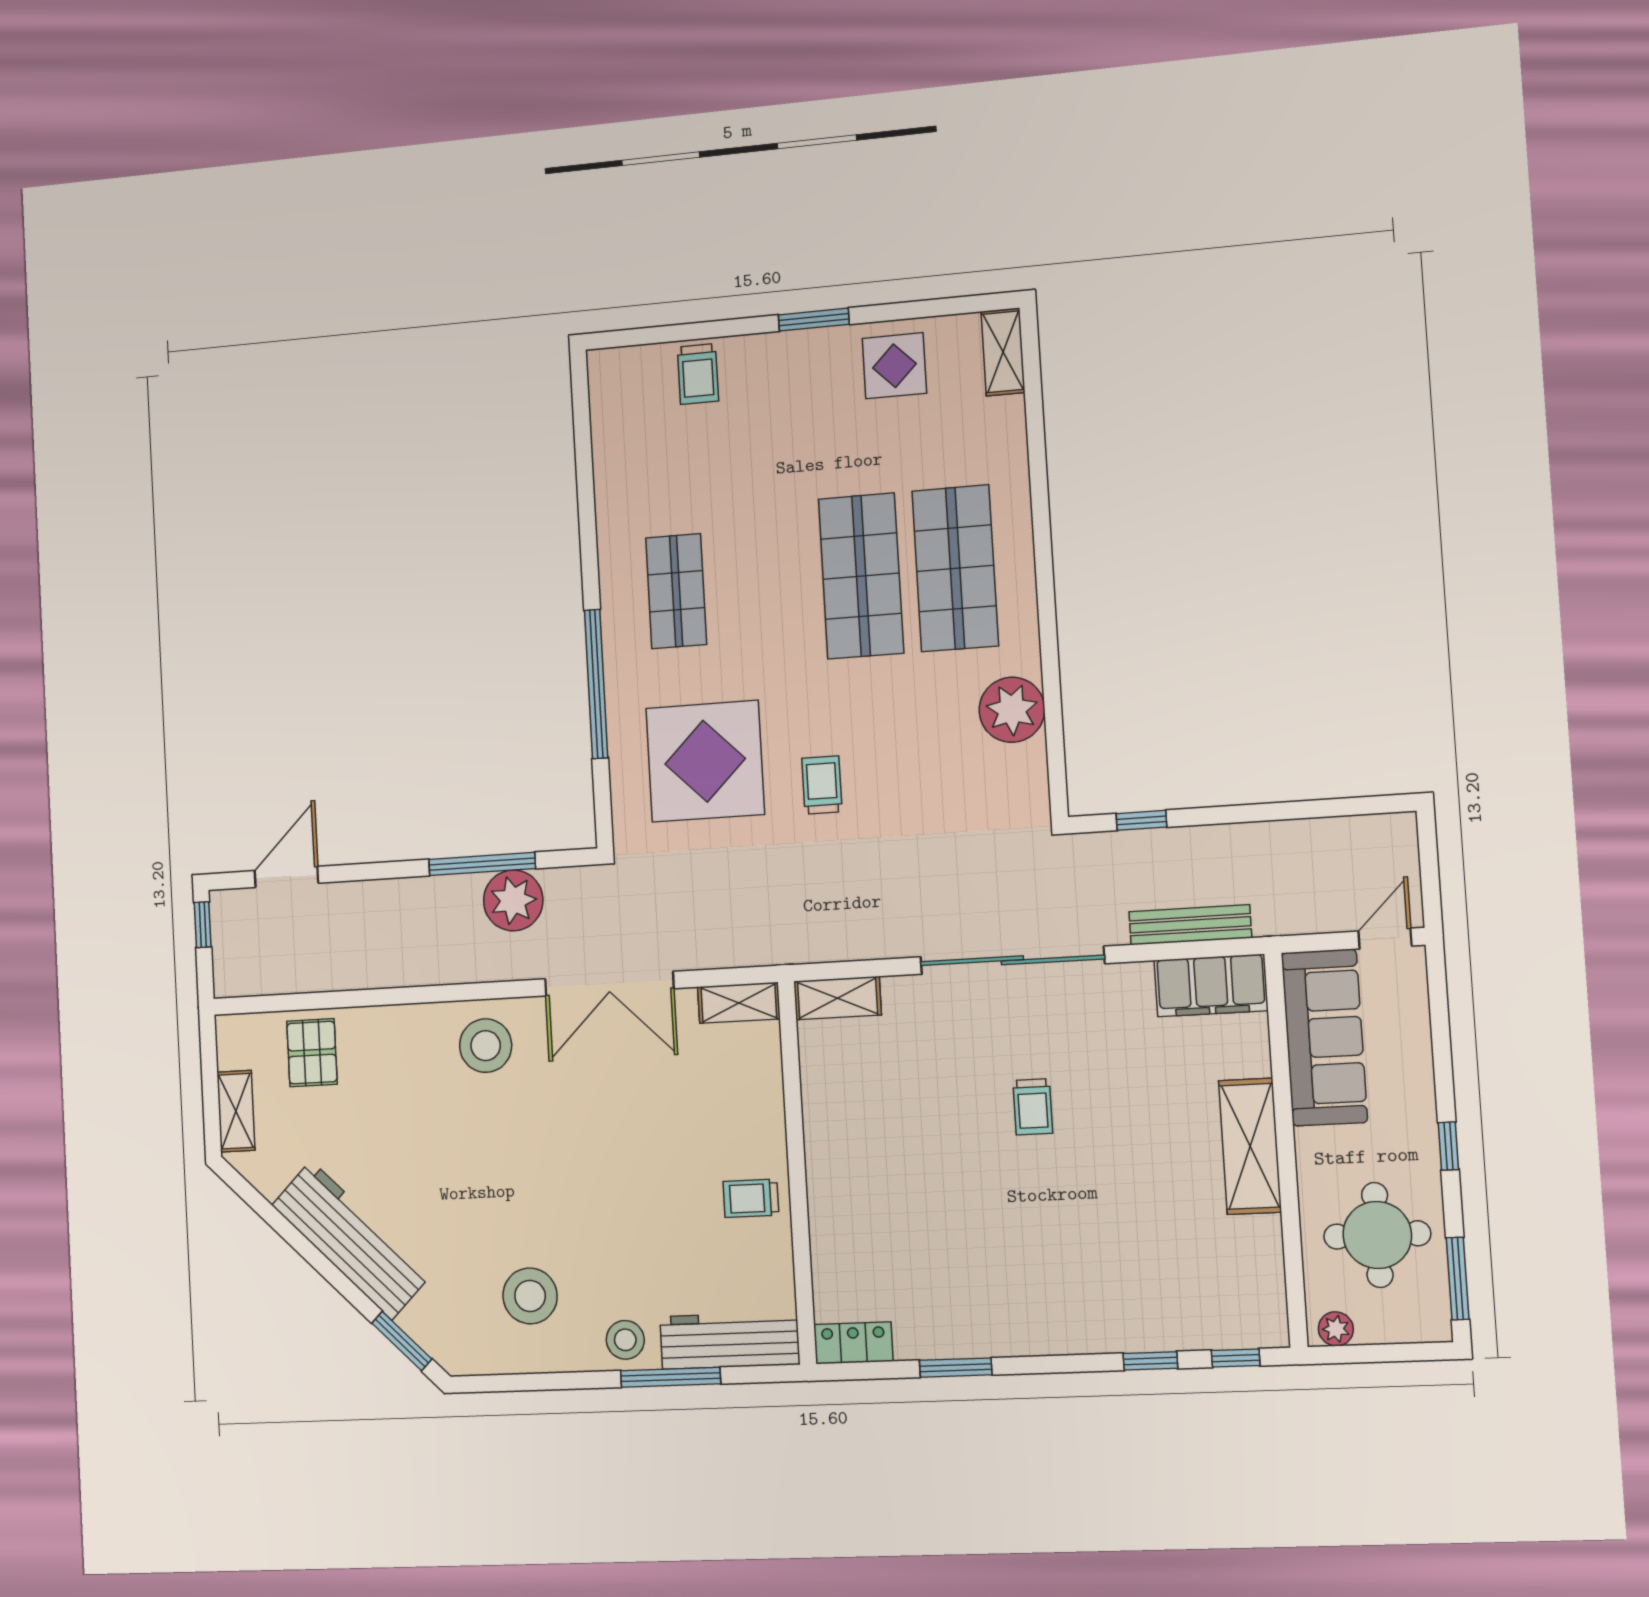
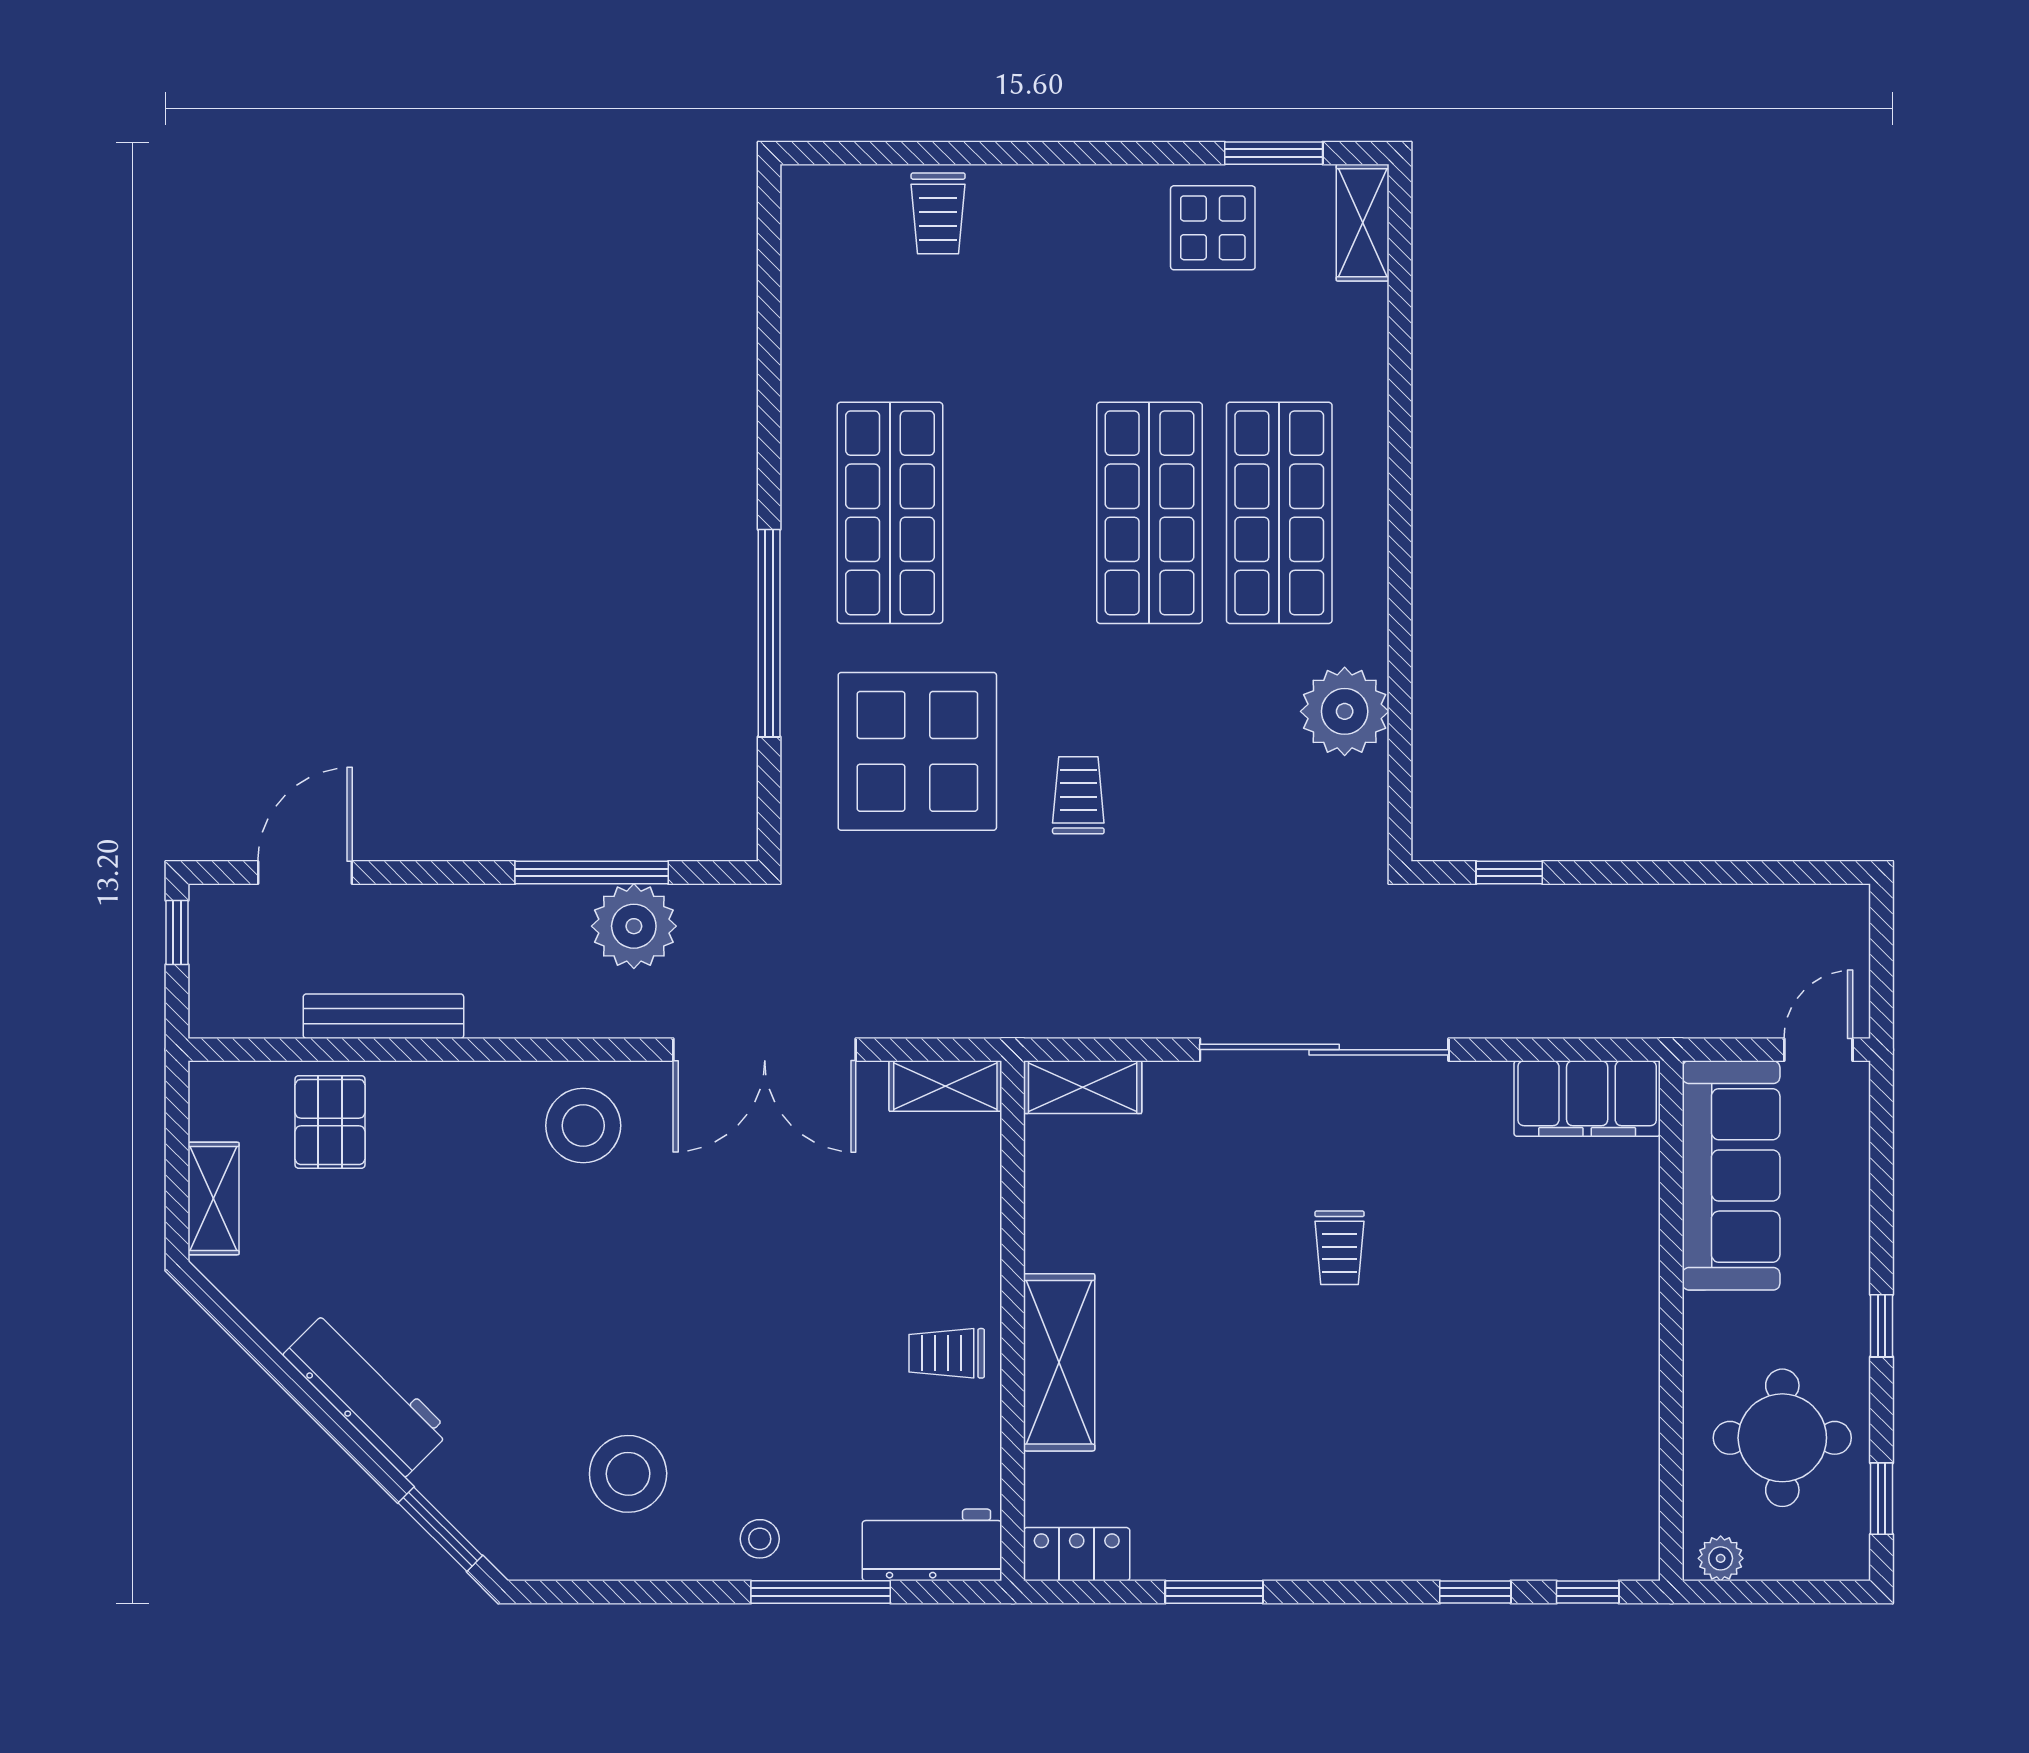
window: (814, 320) -> (1274, 153), moved
shop shelf: (676, 591) -> (890, 513), width x1.43, depth x1.36
bench: (1190, 925) -> (383, 1016), moved
shelving: (1250, 1146) -> (1059, 1362), moved
workbench: (351, 1240) -> (366, 1394), width x0.73, depth x0.76
window: (1458, 1279) -> (1881, 1499), width x0.67
stool: (625, 1340) -> (760, 1539), width x0.73, depth x0.73
workbench: (730, 1340) -> (932, 1545), width x0.73

